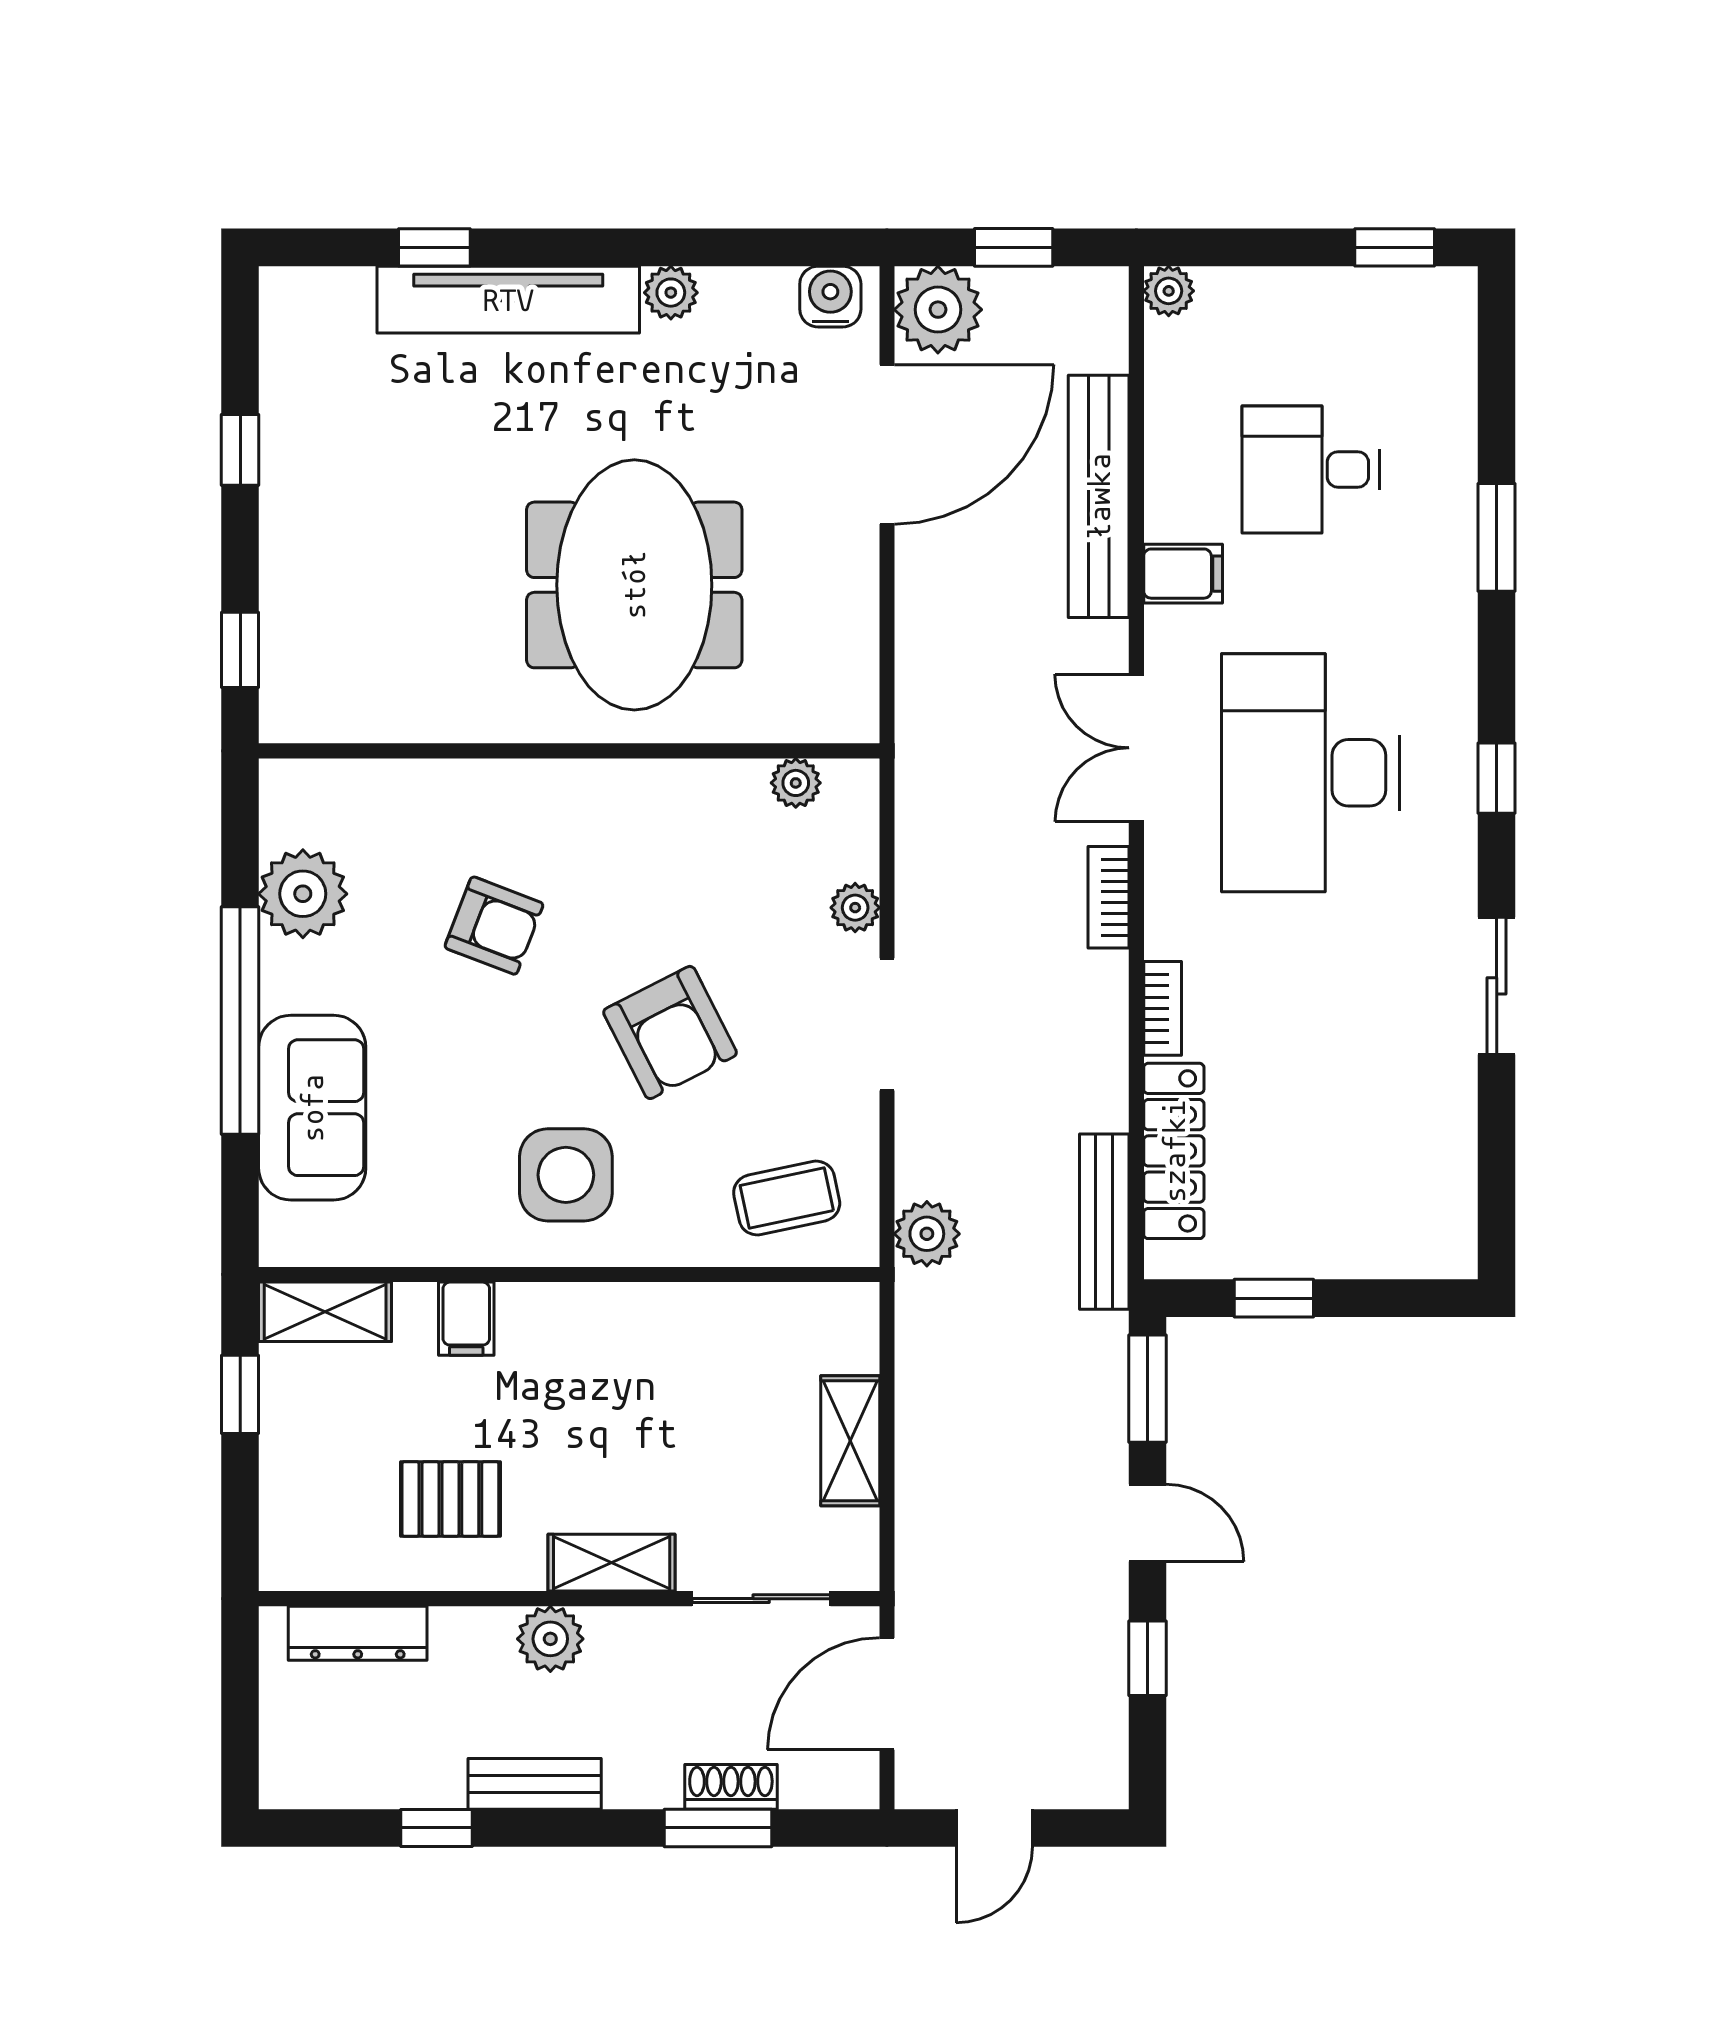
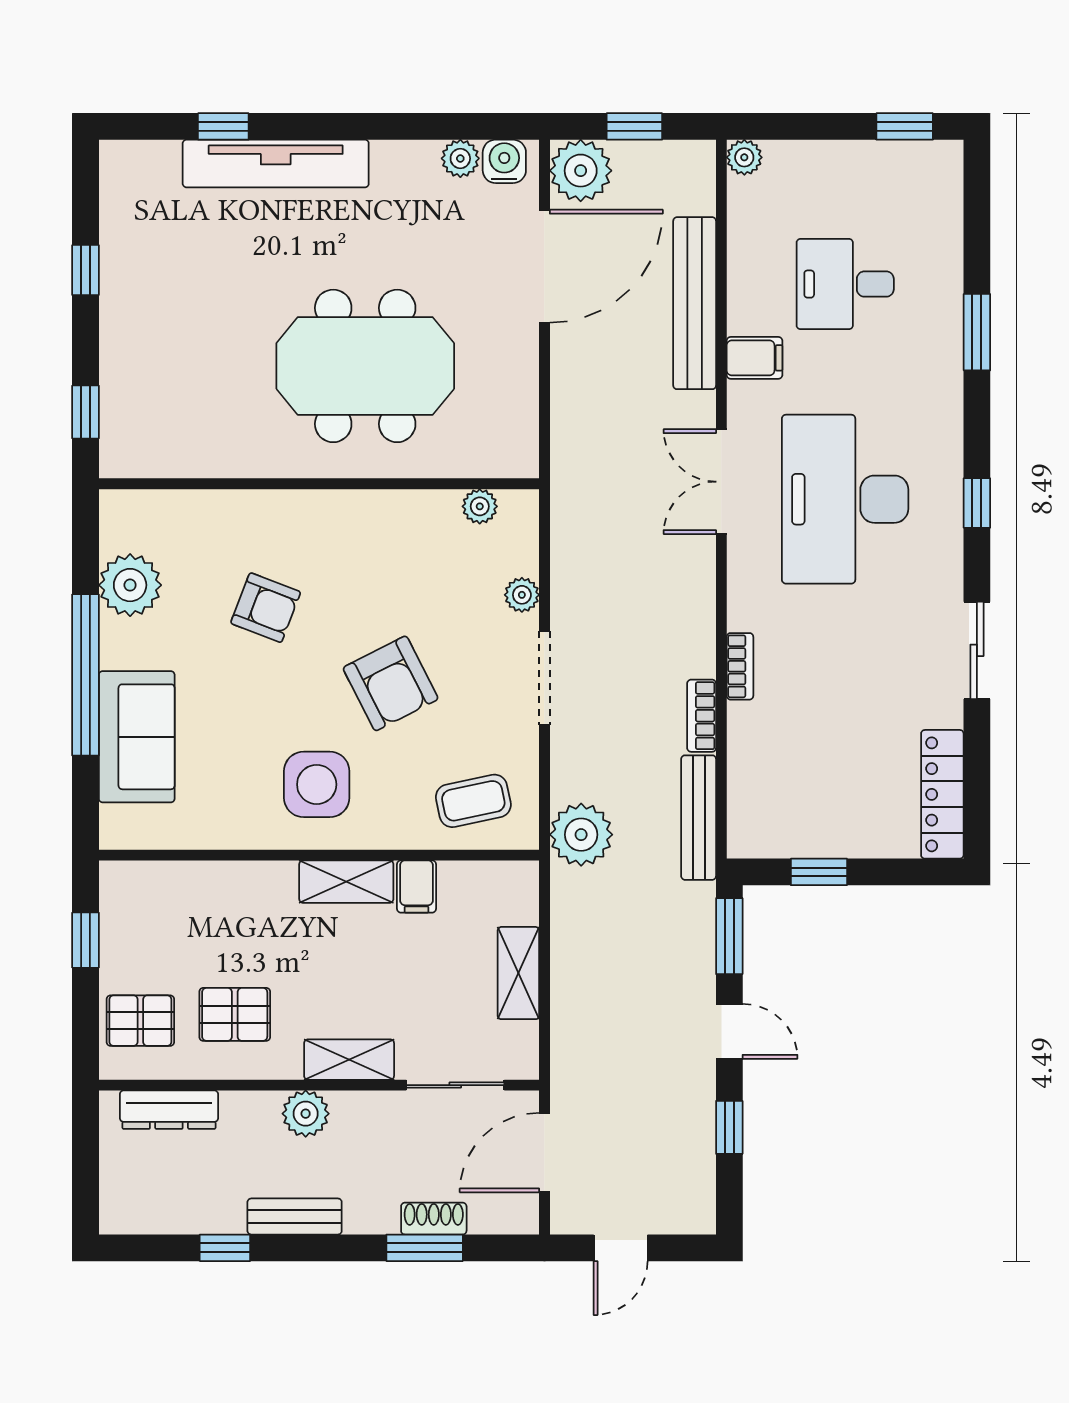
plant: (671, 293) -> (460, 158), moved
meeting table: (634, 585) -> (365, 366), turned 90
bookcase: (1108, 897) -> (702, 716), moved
locker: (1174, 1151) -> (942, 794), moved, turned 180
plant: (927, 1234) -> (581, 835), width x1.36, depth x1.36
shelving: (325, 1312) -> (346, 882), moved
filing cabinet: (466, 1319) -> (417, 886), moved
pallet: (317, 1508) -> (140, 1021), added

